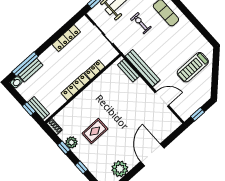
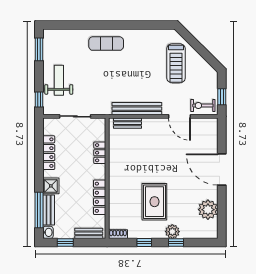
exercise bike: (141, 23) -> (203, 106), moved
shower: (47, 58) -> (51, 186), added
locker: (76, 87) -> (100, 197), moved
door: (162, 99) -> (179, 116), swing flipped
window: (29, 109) -> (65, 243), moved
rug: (95, 131) -> (154, 202), width x1.36, depth x1.43
plant: (71, 142) -> (172, 232), moved

